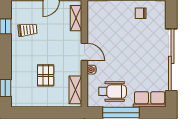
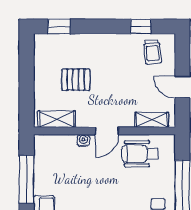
trolley: (27, 30) -> (153, 52), moved
wheelchair: (112, 91) -> (140, 154), moved, turned 90

